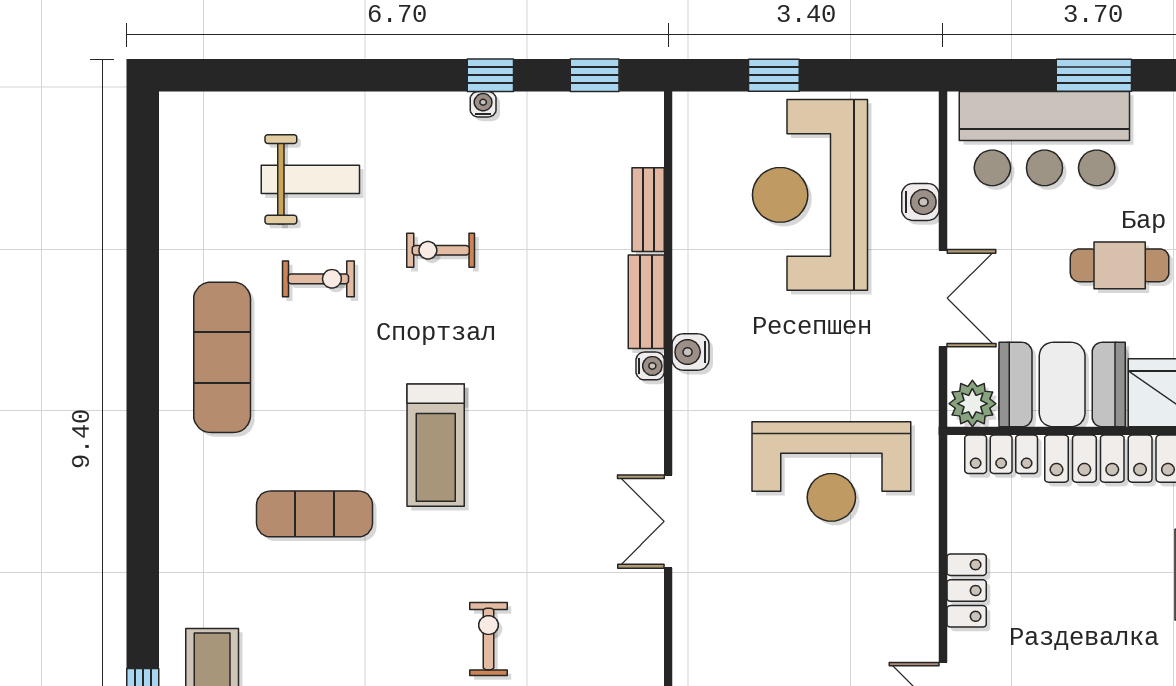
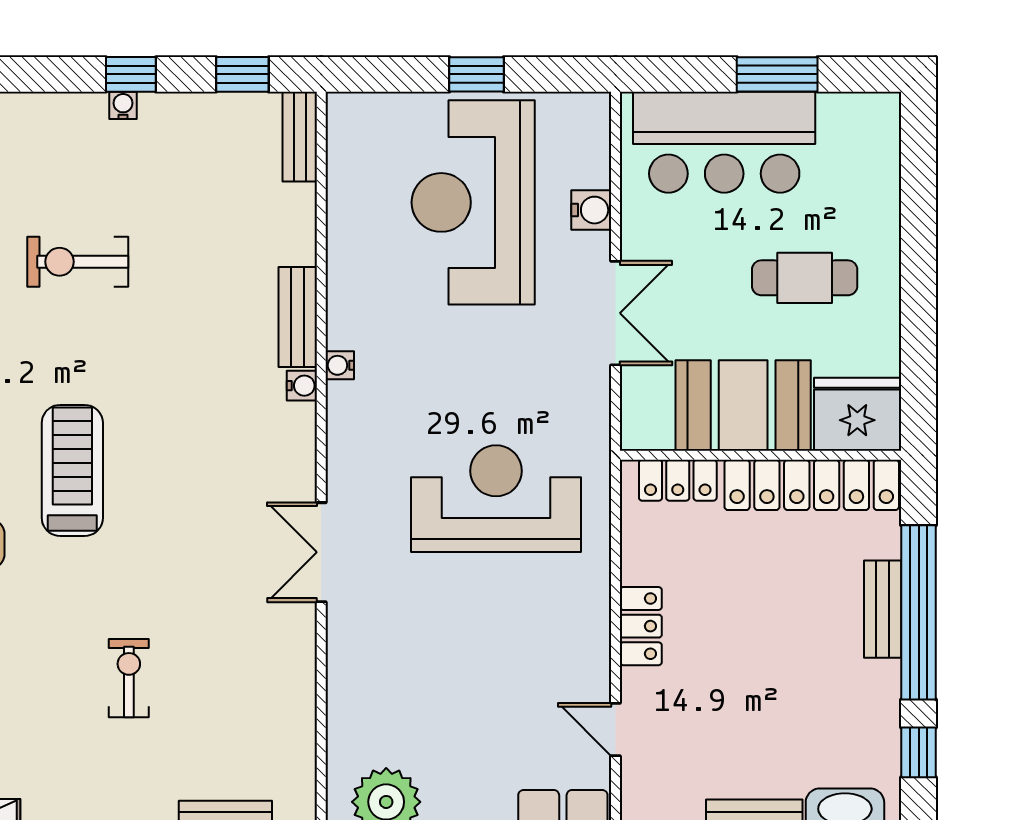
window: (774, 75) -> (476, 74), moved
bench: (648, 210) -> (300, 137), moved
exercise bike: (441, 250) -> (78, 262), width x1.38, depth x1.39
water cooler: (691, 352) -> (340, 365), width x0.72, depth x0.72
plant: (972, 404) -> (647, 426), removed
treadmill: (436, 445) -> (72, 470), turned 180
reception desk: (831, 471) -> (496, 499), turned 180

